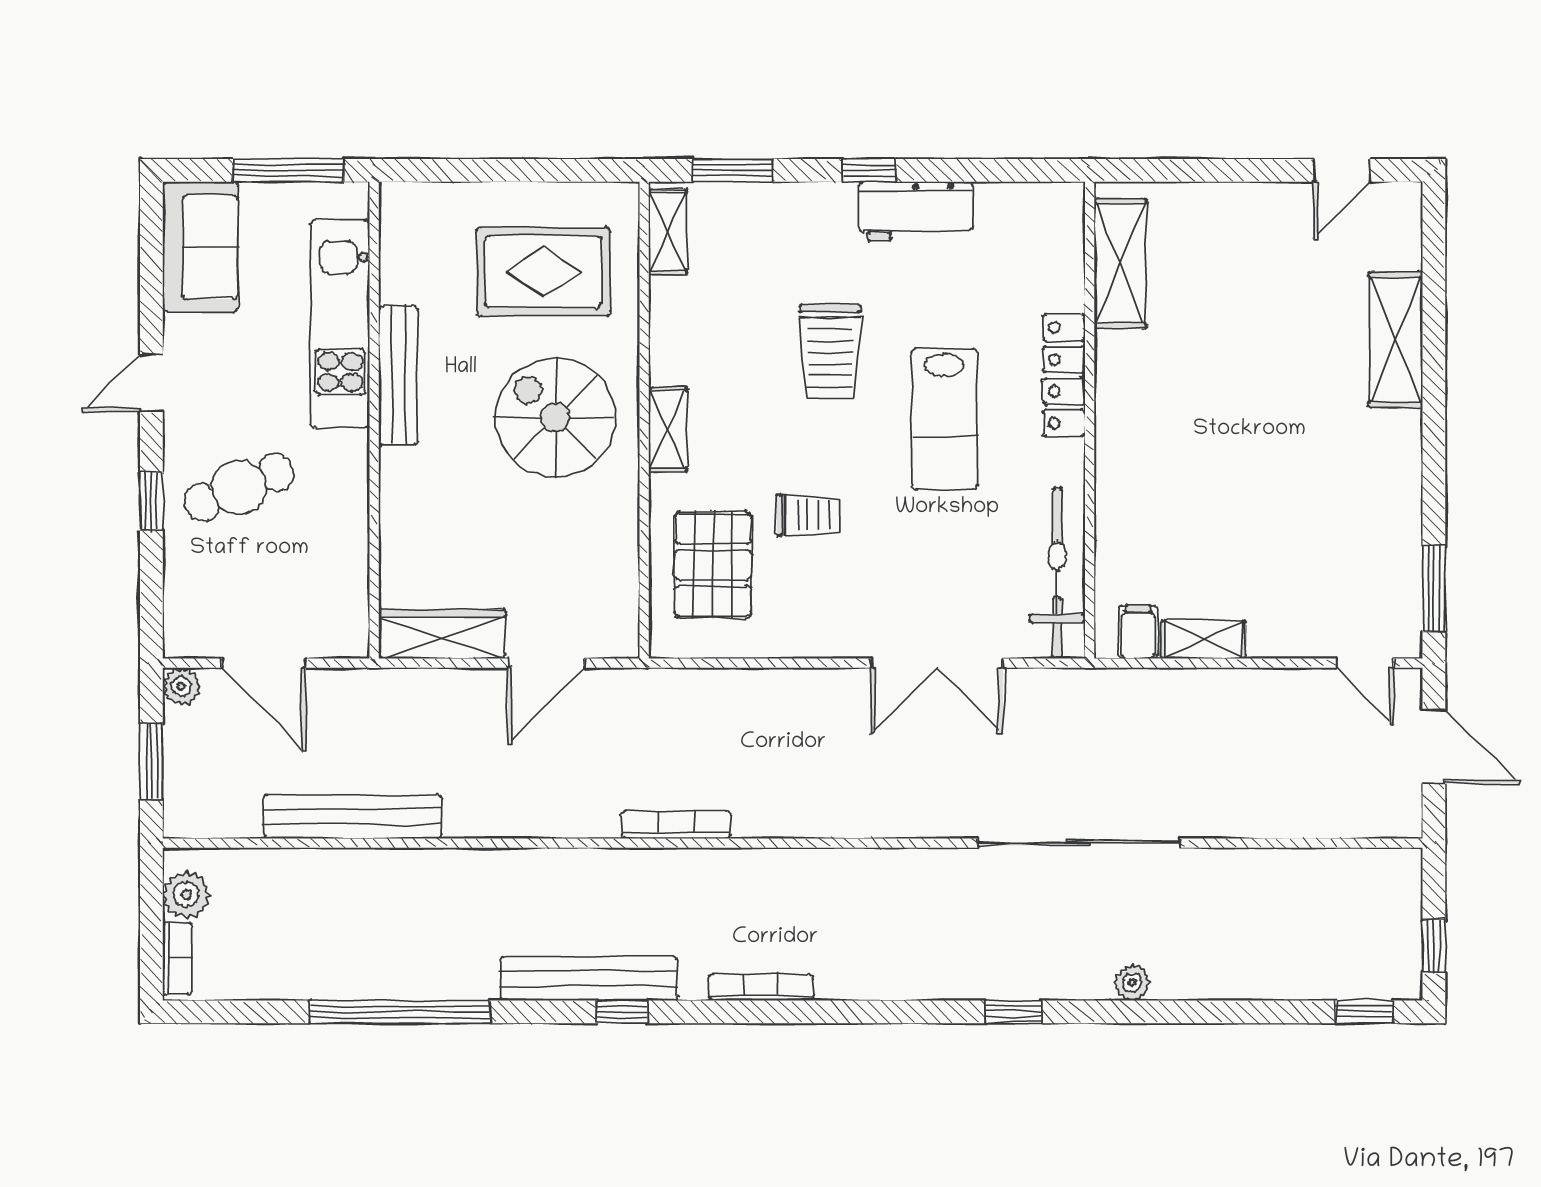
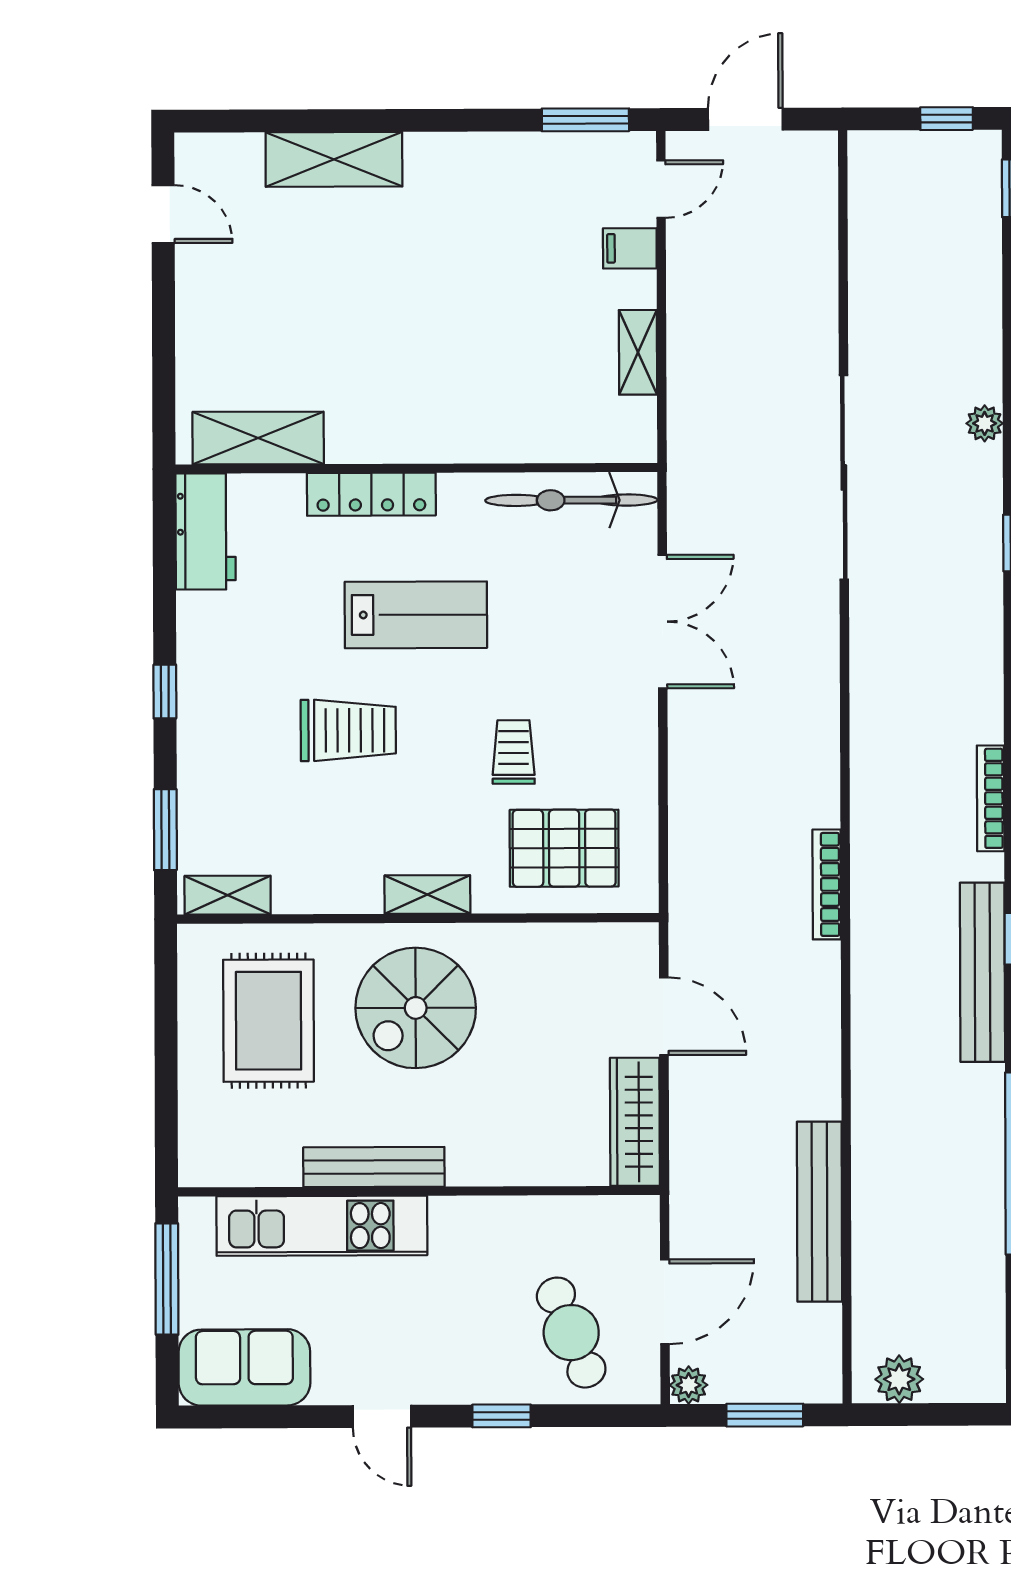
workbench: (916, 211) -> (206, 532), moved
cafe table: (239, 487) -> (571, 1333), moved
filing cabinet: (1138, 632) -> (630, 248), moved
bookcase: (177, 959) -> (964, 1388), removed

